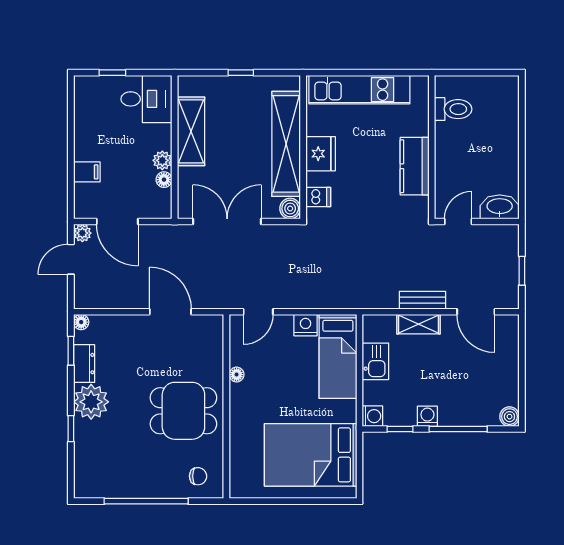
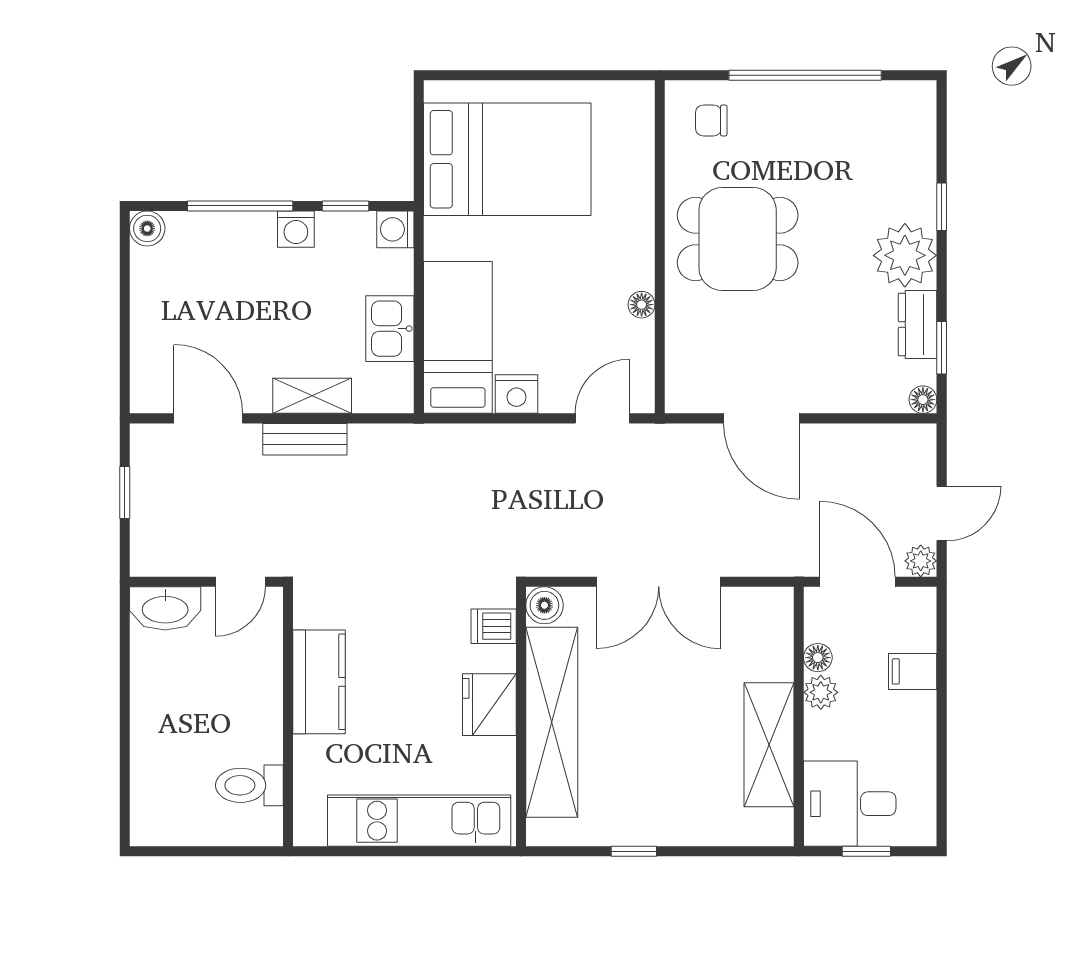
desk: (146, 99) -> (850, 804), moved
shelving: (191, 131) -> (769, 745), moved
wall: (175, 147) -> (799, 717), moved
plant: (162, 160) -> (821, 692), moved
floor lamp: (164, 180) -> (818, 658), moved

